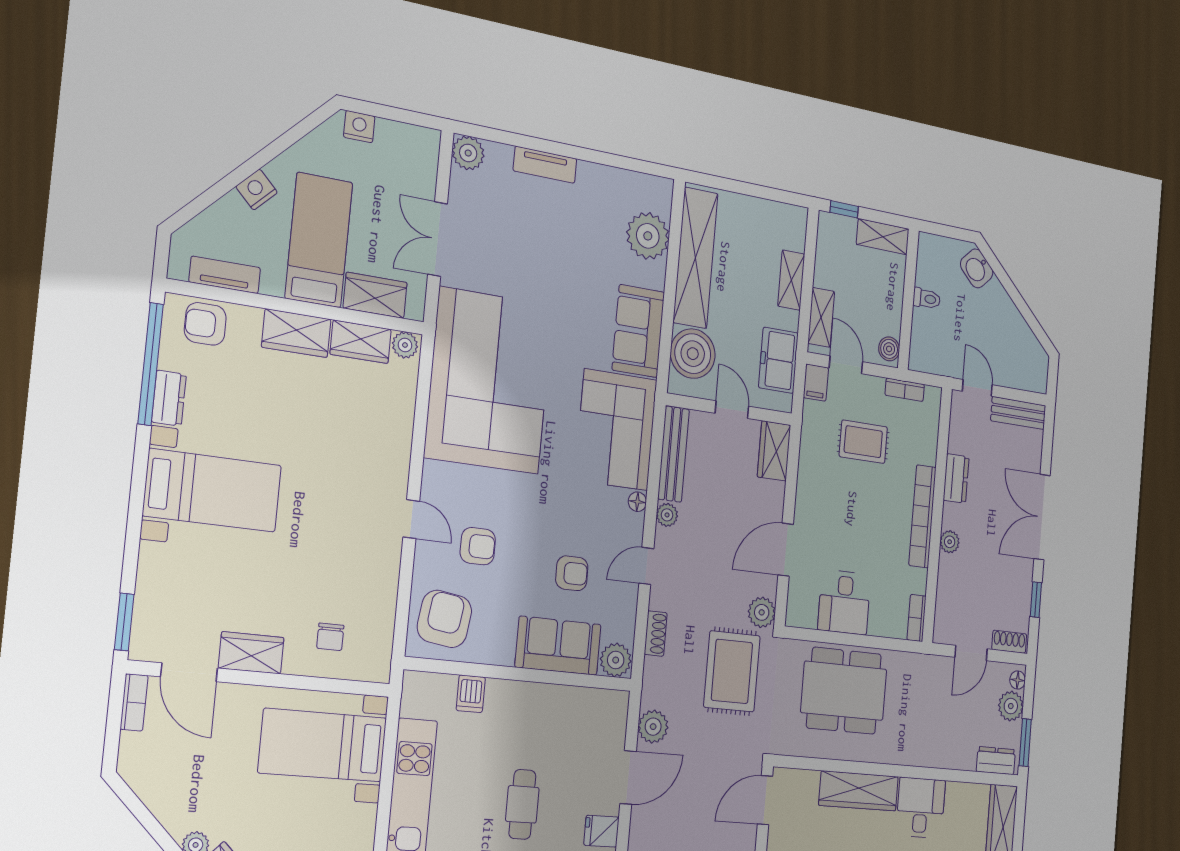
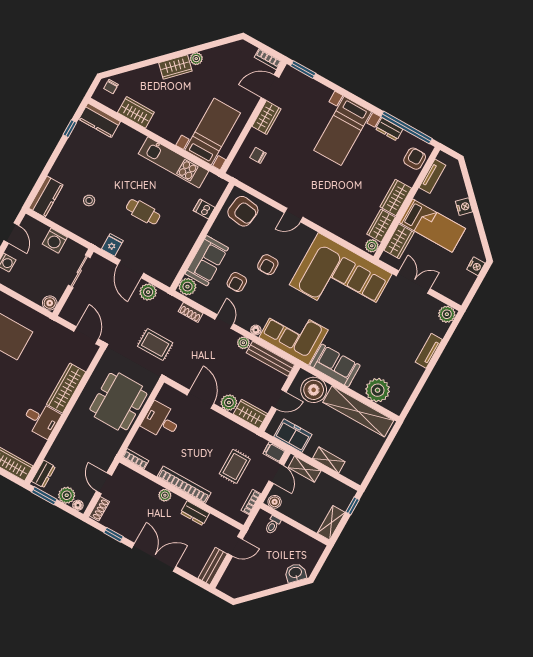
toilet: (927, 299) -> (273, 525), moved
door: (846, 365) -> (276, 473), hinge flipped
armchair: (478, 546) -> (268, 265), moved
plant: (762, 612) -> (229, 403), moved
rug: (732, 671) -> (155, 345), width x0.73, depth x0.70

